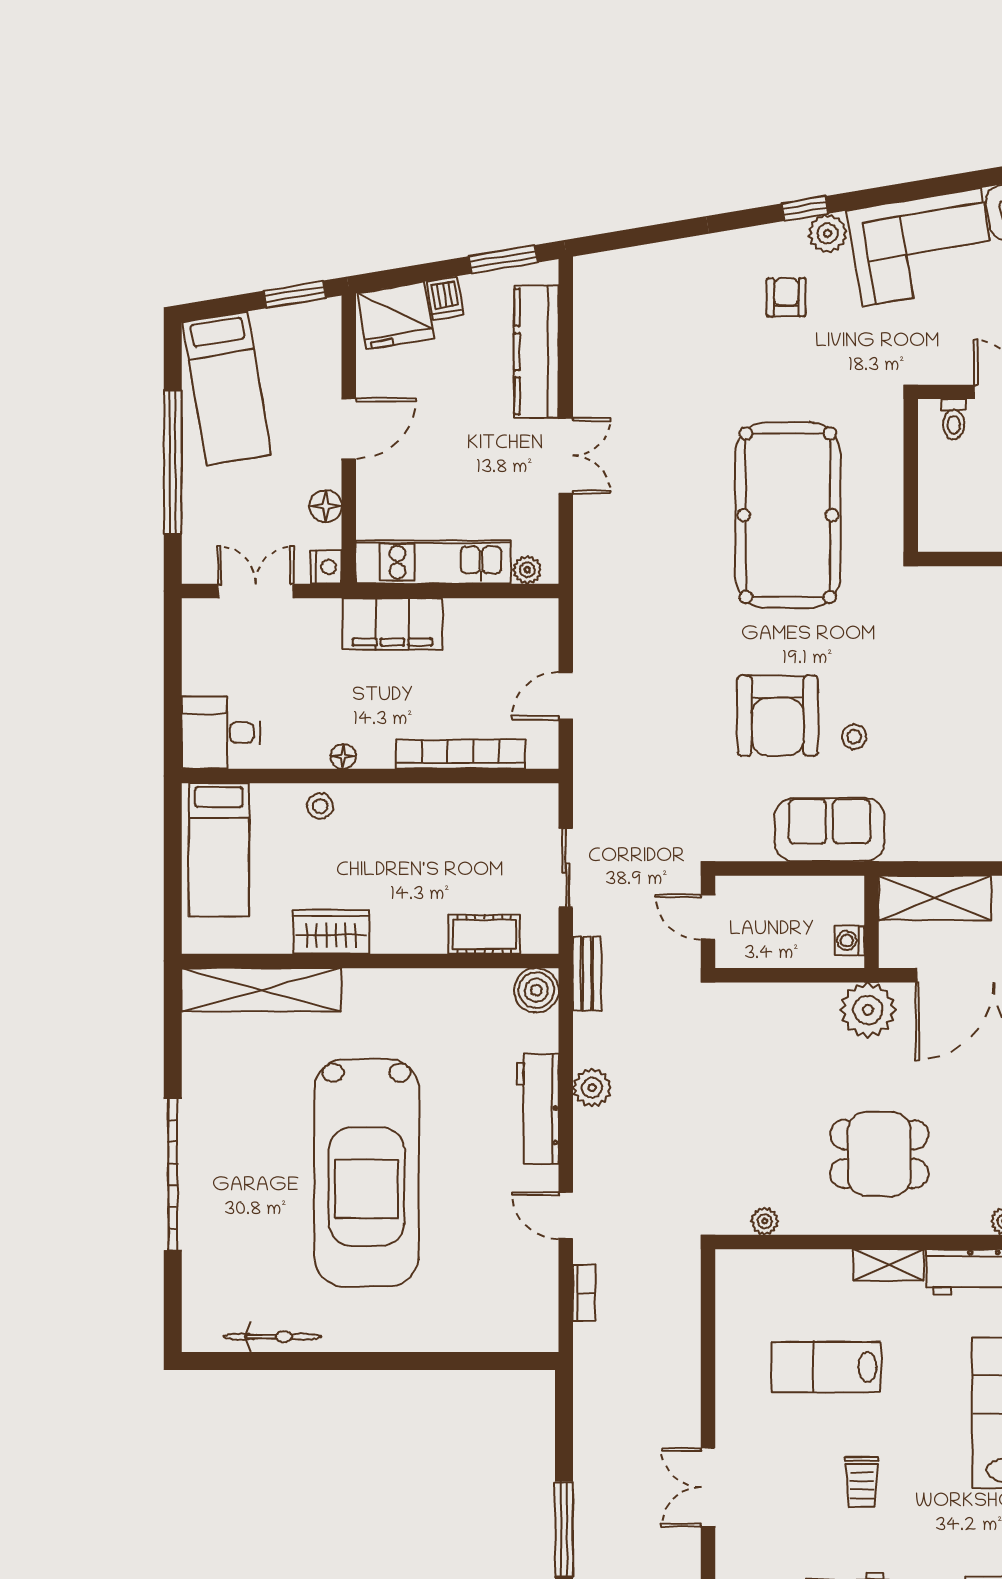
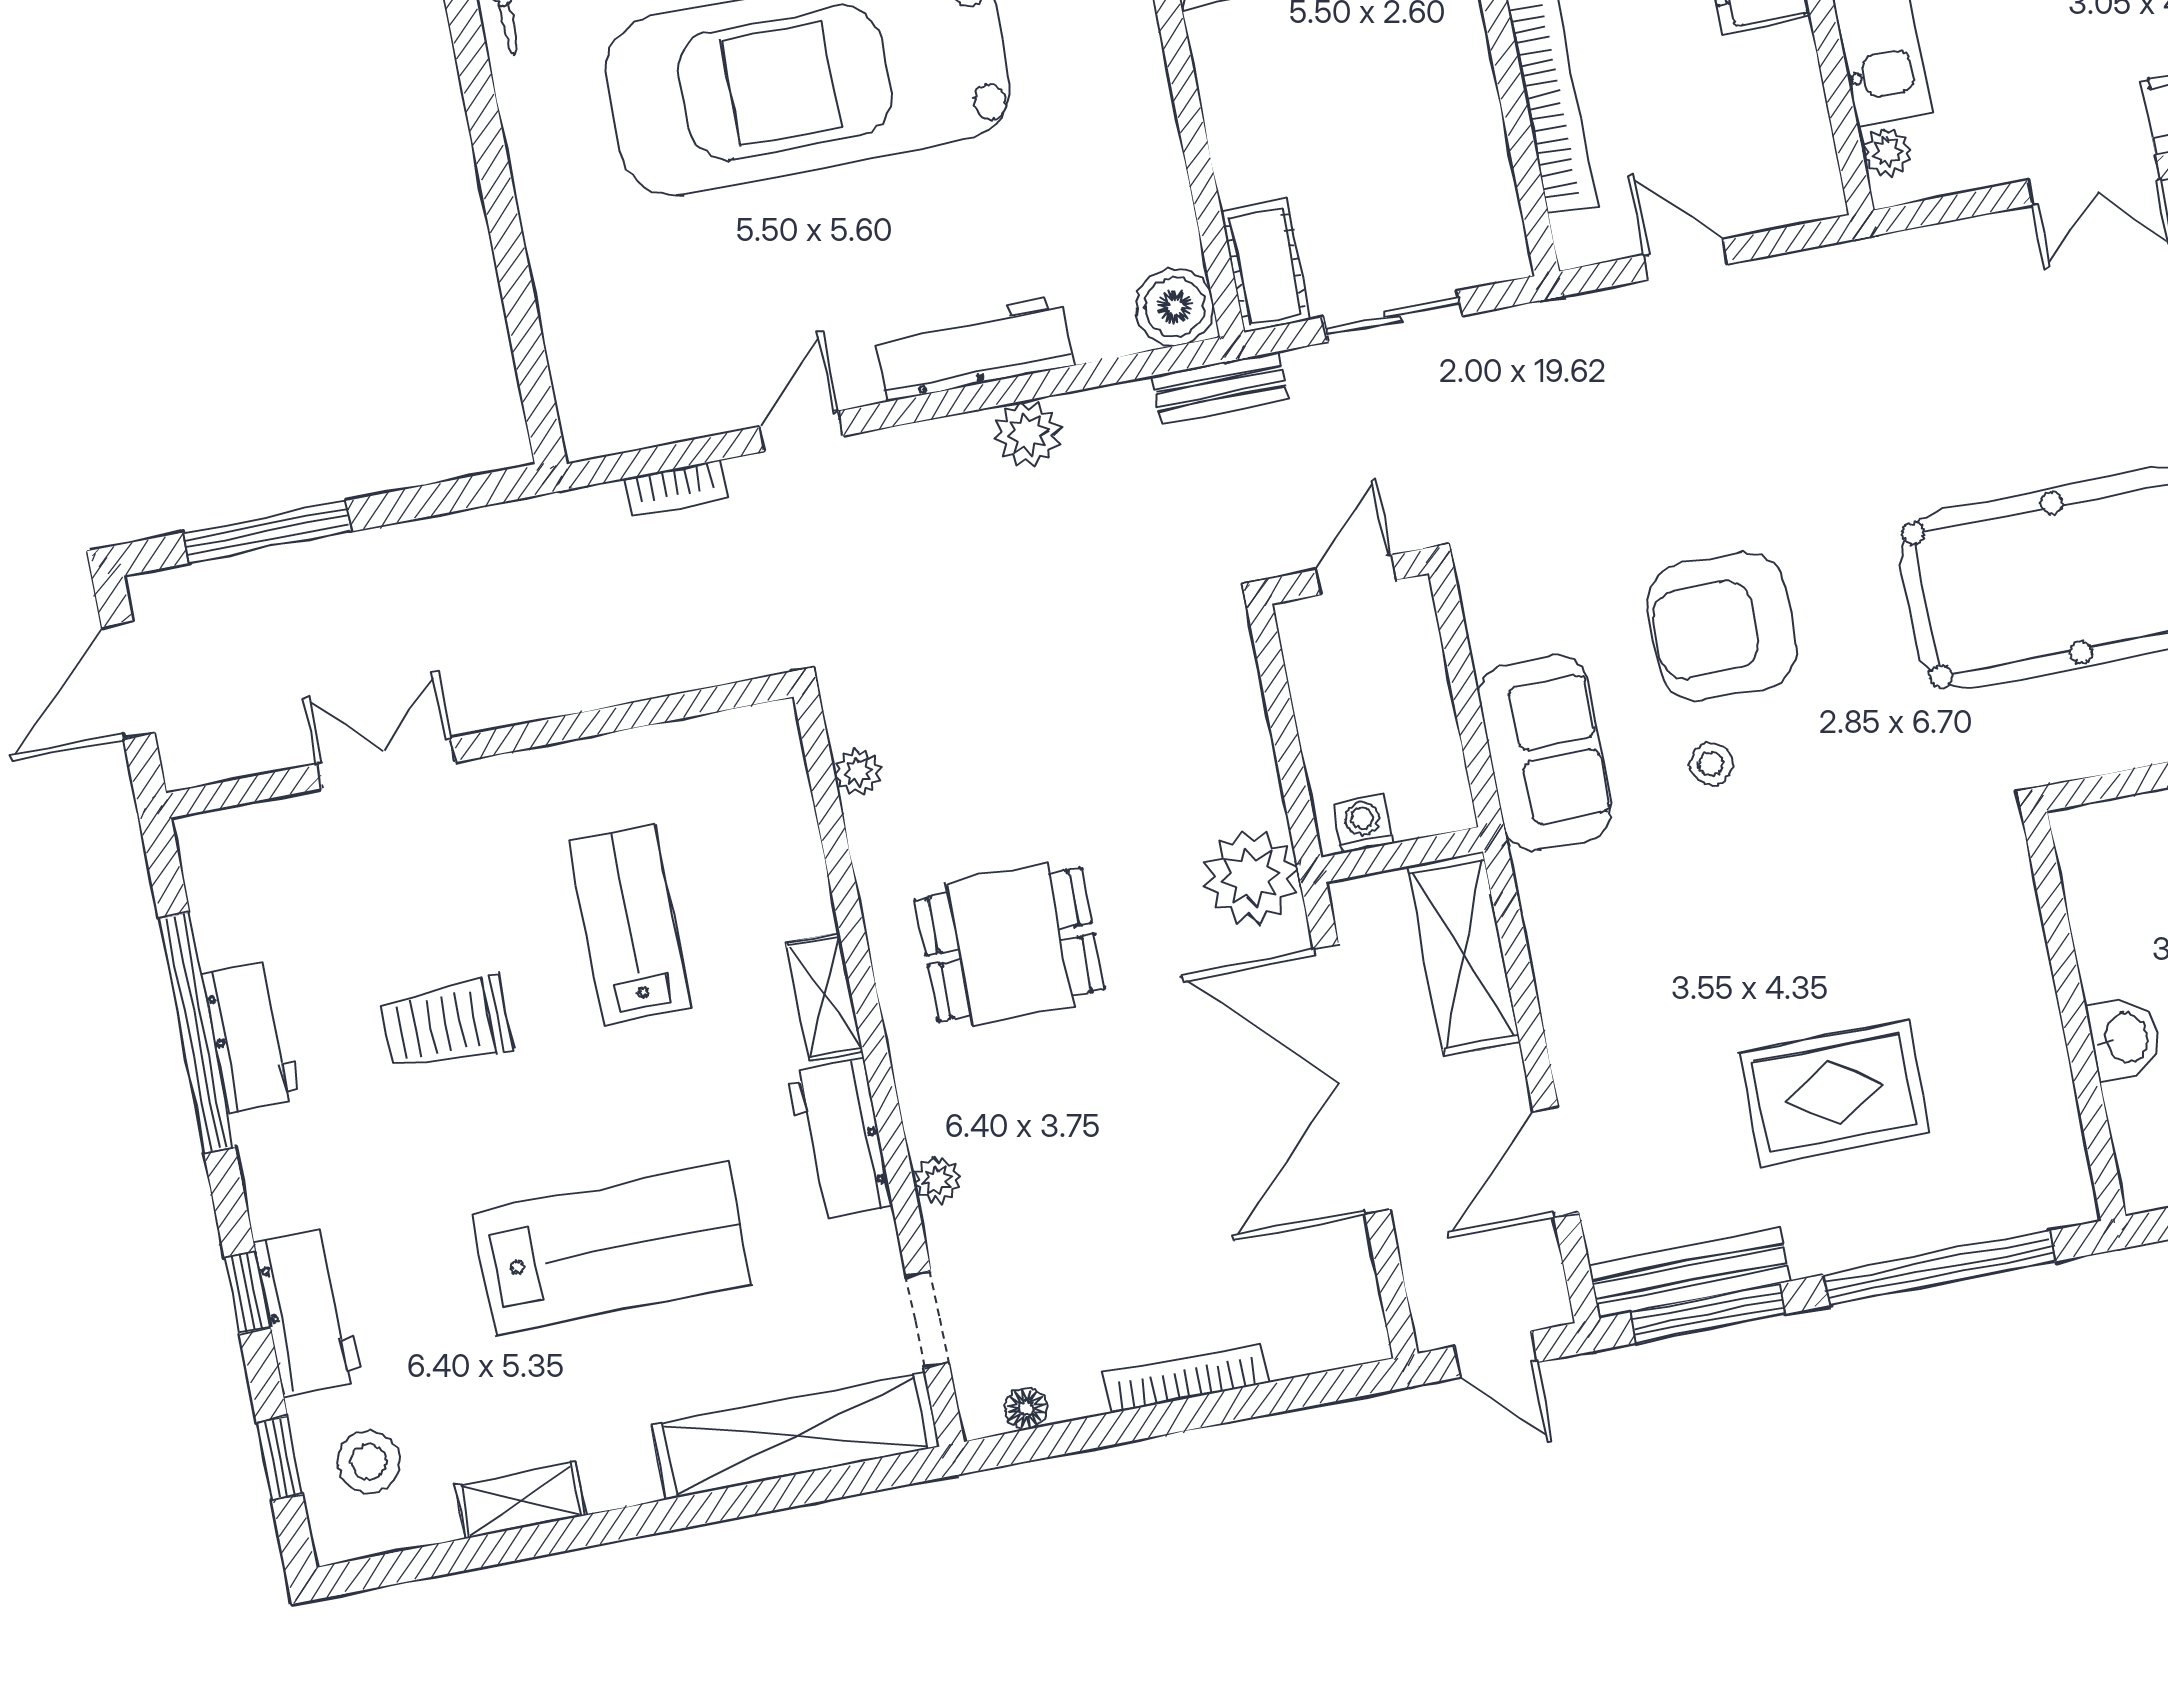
cot: (484, 934) -> (1265, 265), moved
dining table: (879, 1154) -> (1010, 944), turned 90
trolley: (862, 1482) -> (446, 1023), width x1.36, depth x1.39

